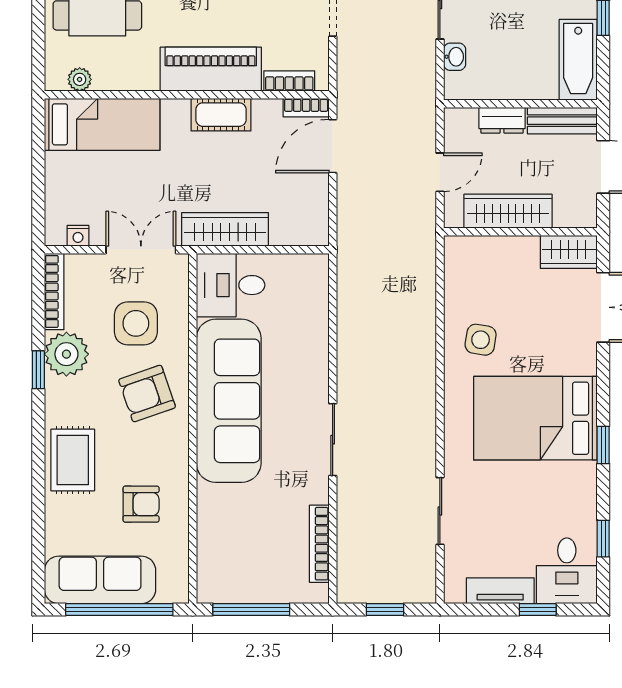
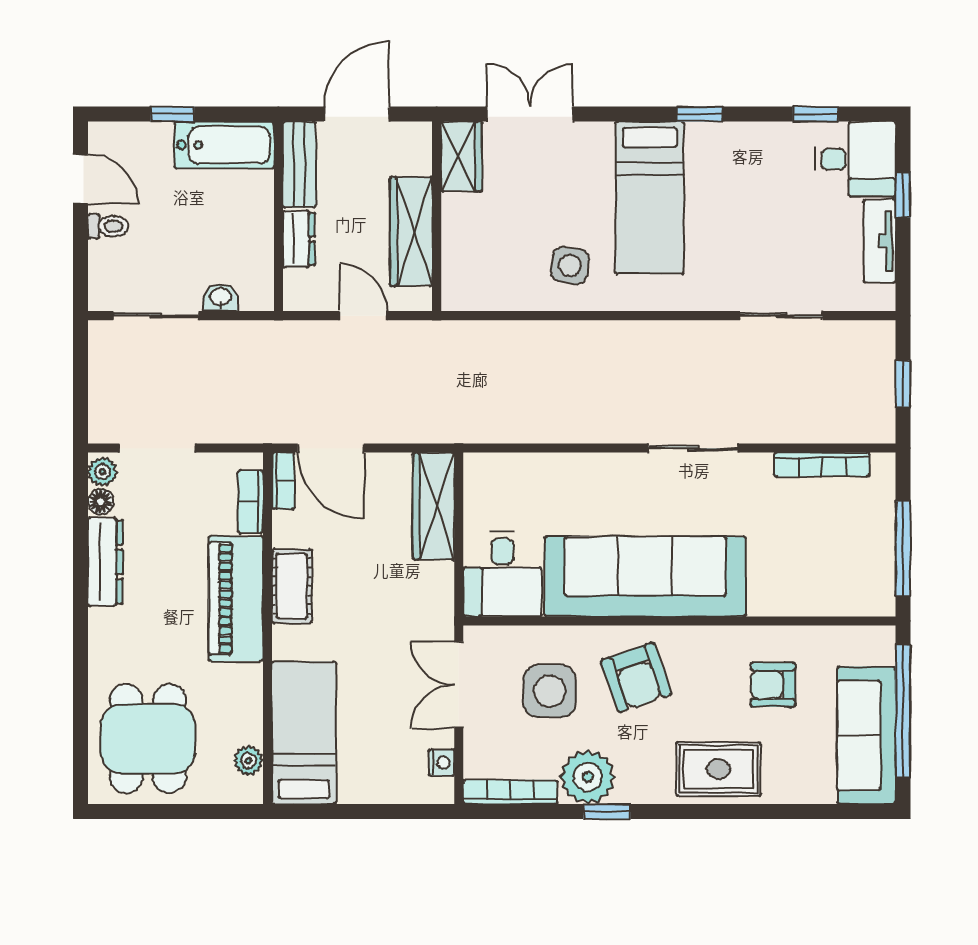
wardrobe: (225, 229) -> (434, 506), moved
bed: (535, 418) -> (650, 198), width x0.67
armchair: (141, 504) -> (773, 685), turned -90

